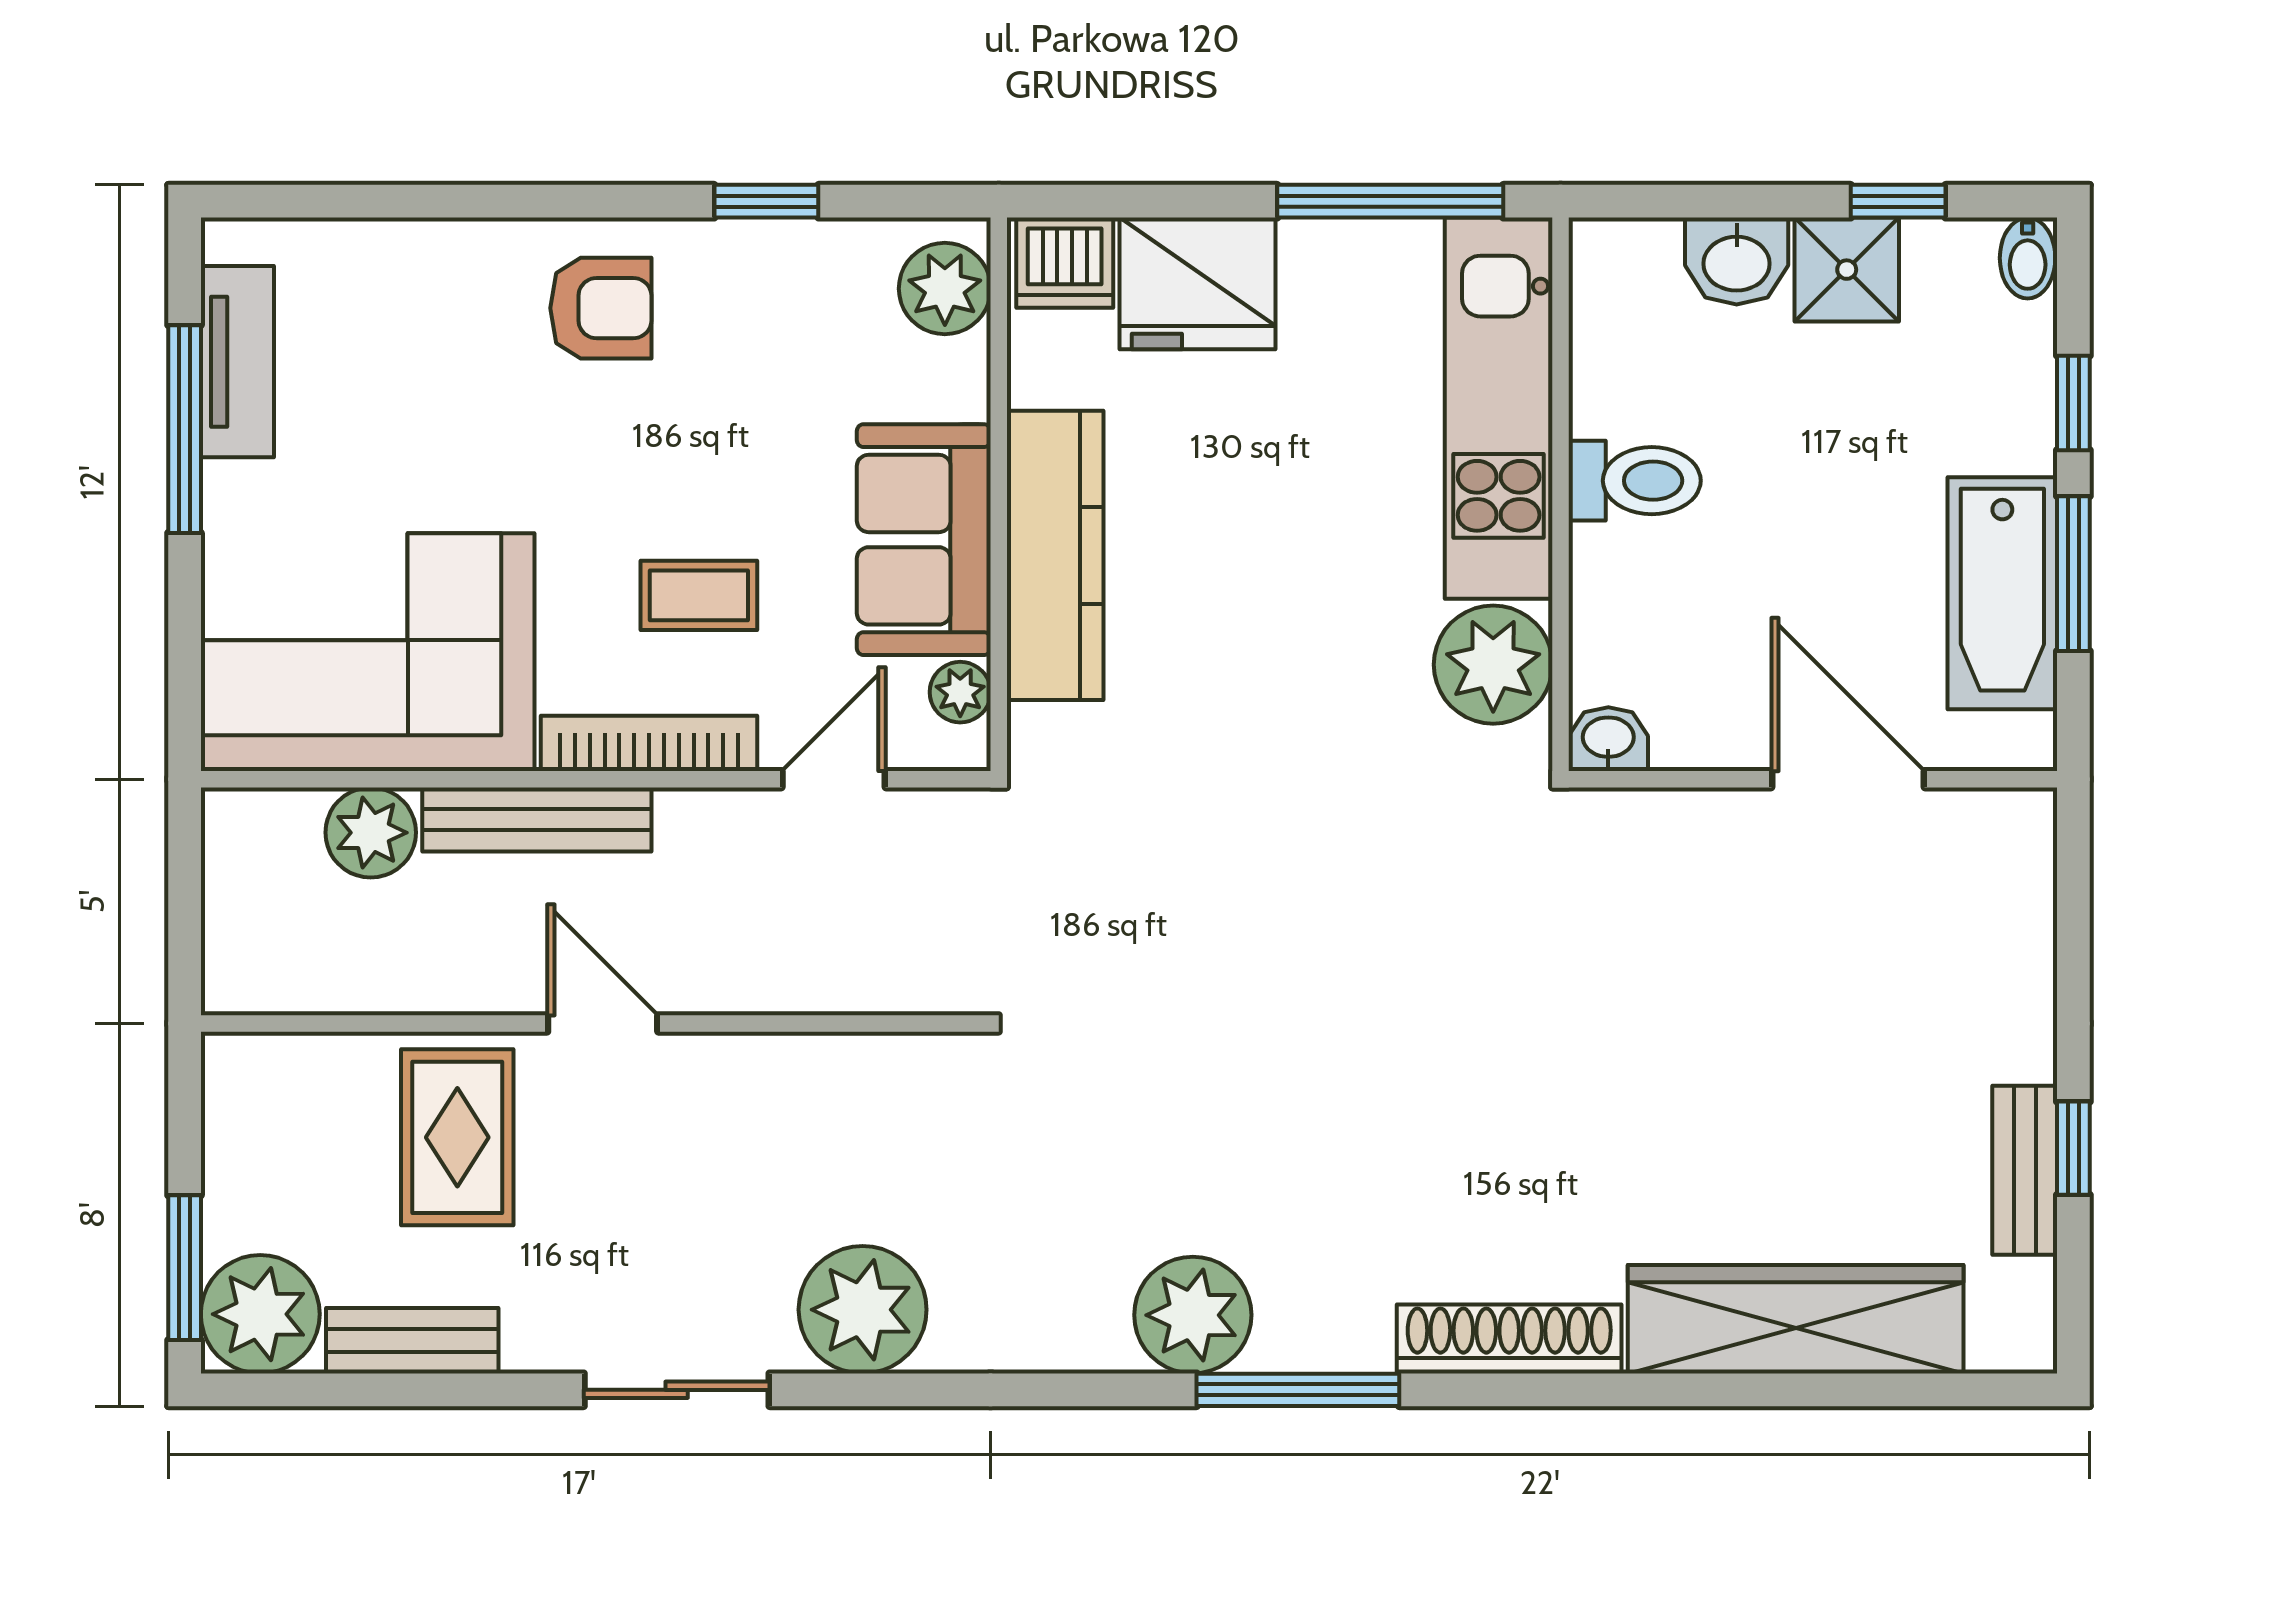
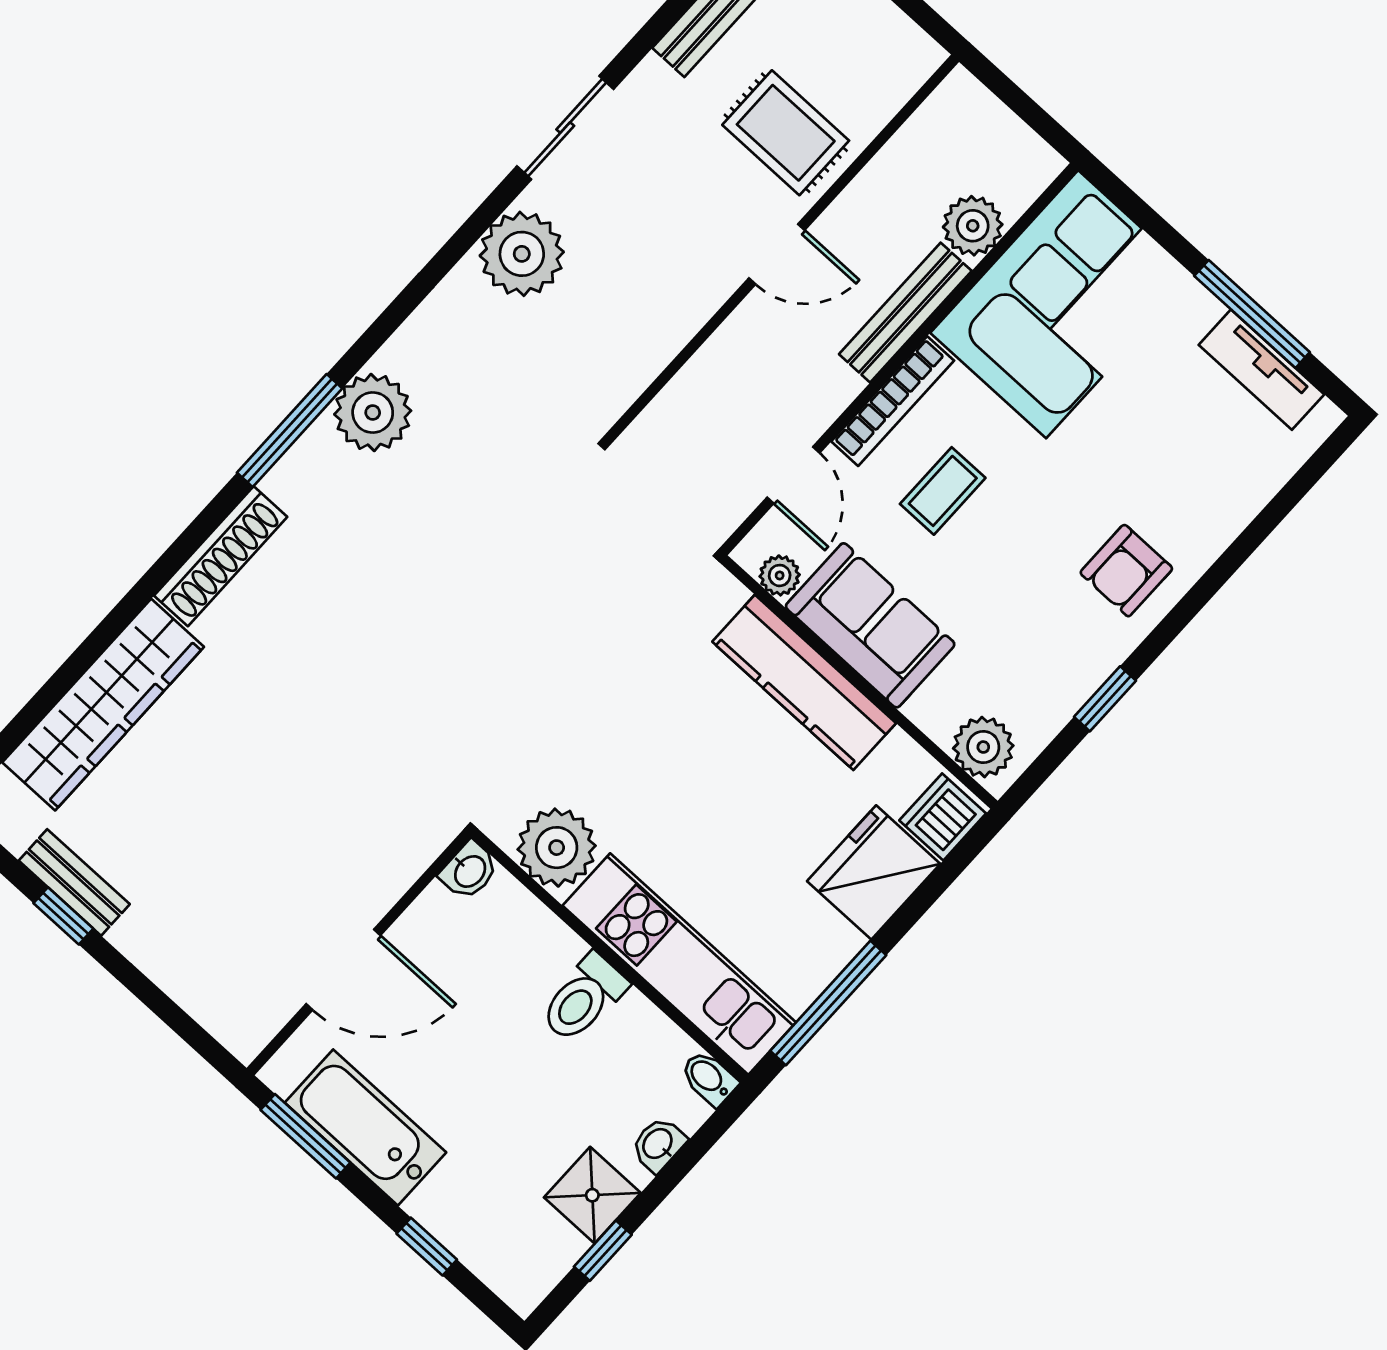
bidet: (2028, 258) -> (709, 1078), moved
washbasin: (1737, 261) -> (658, 1144), width x0.72, depth x0.69
window: (2073, 574) -> (305, 1136), moved

